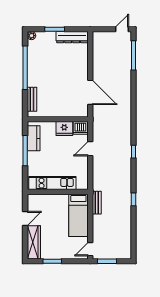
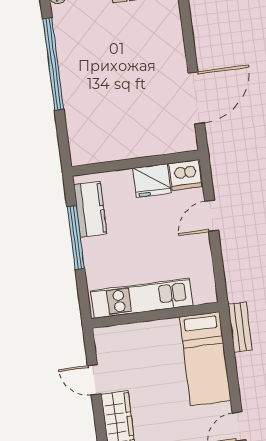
door: (90, 92) -> (196, 98), hinge flipped
bench: (32, 99) -> (76, 128), removed
door: (25, 219) -> (94, 380), swing flipped

